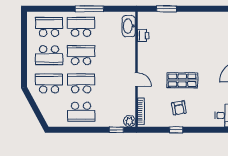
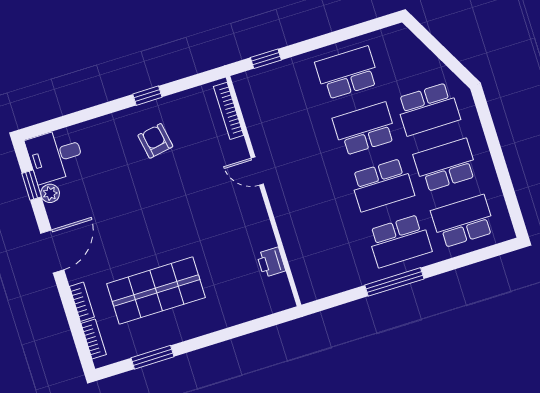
window: (167, 9) -> (153, 357), moved
washbasin: (129, 26) -> (305, 272), removed
school desk: (49, 27) -> (463, 221), turned 180
shop shelf: (182, 80) -> (156, 291), moved, width x1.43, depth x1.36
school desk: (81, 83) -> (365, 129), turned 180
plant: (130, 121) -> (245, 84), removed

